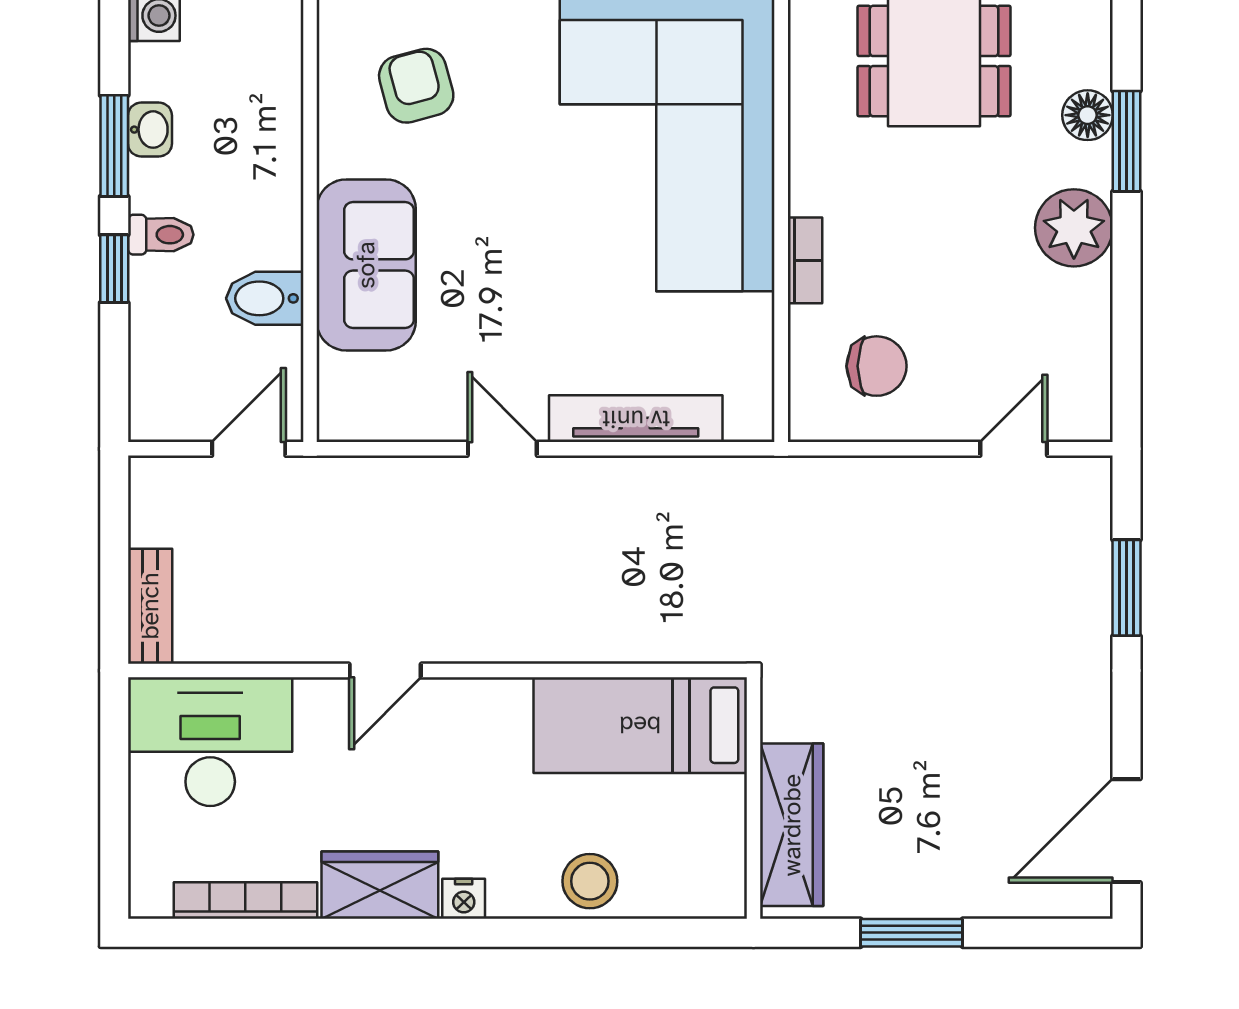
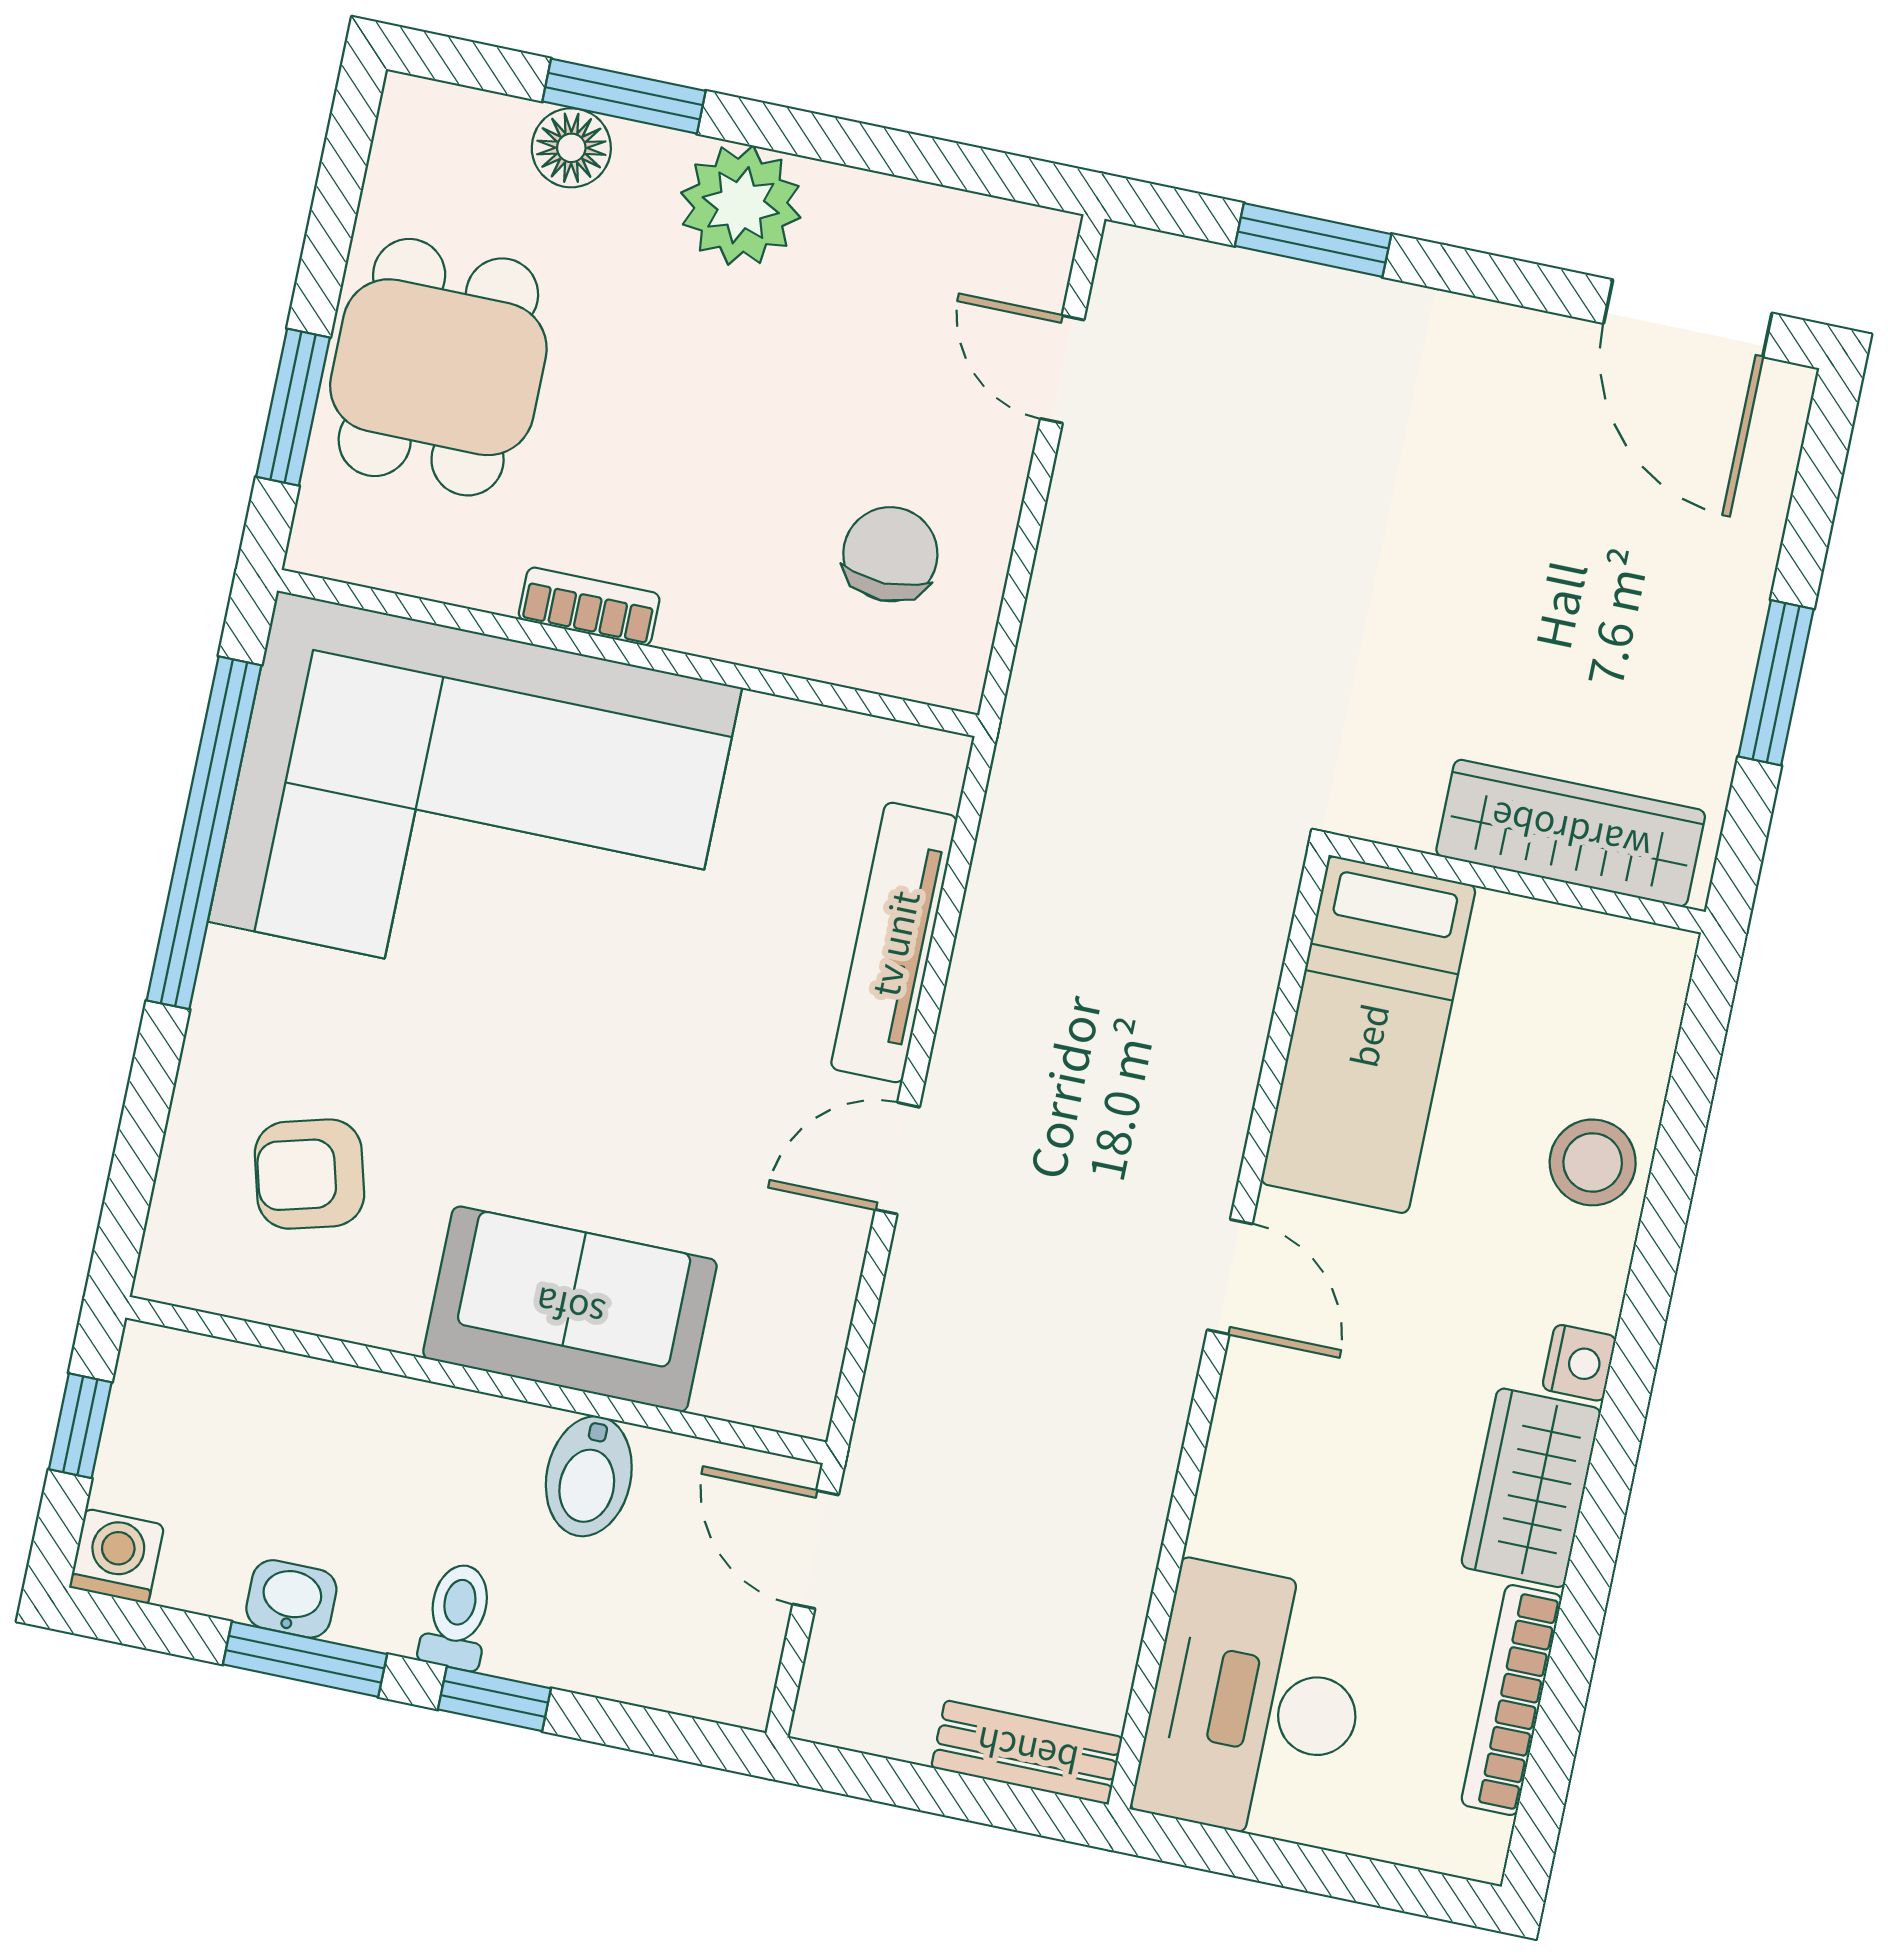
bookcase: (805, 260) -> (589, 607), moved
door: (385, 671) -> (1230, 1277), moved

